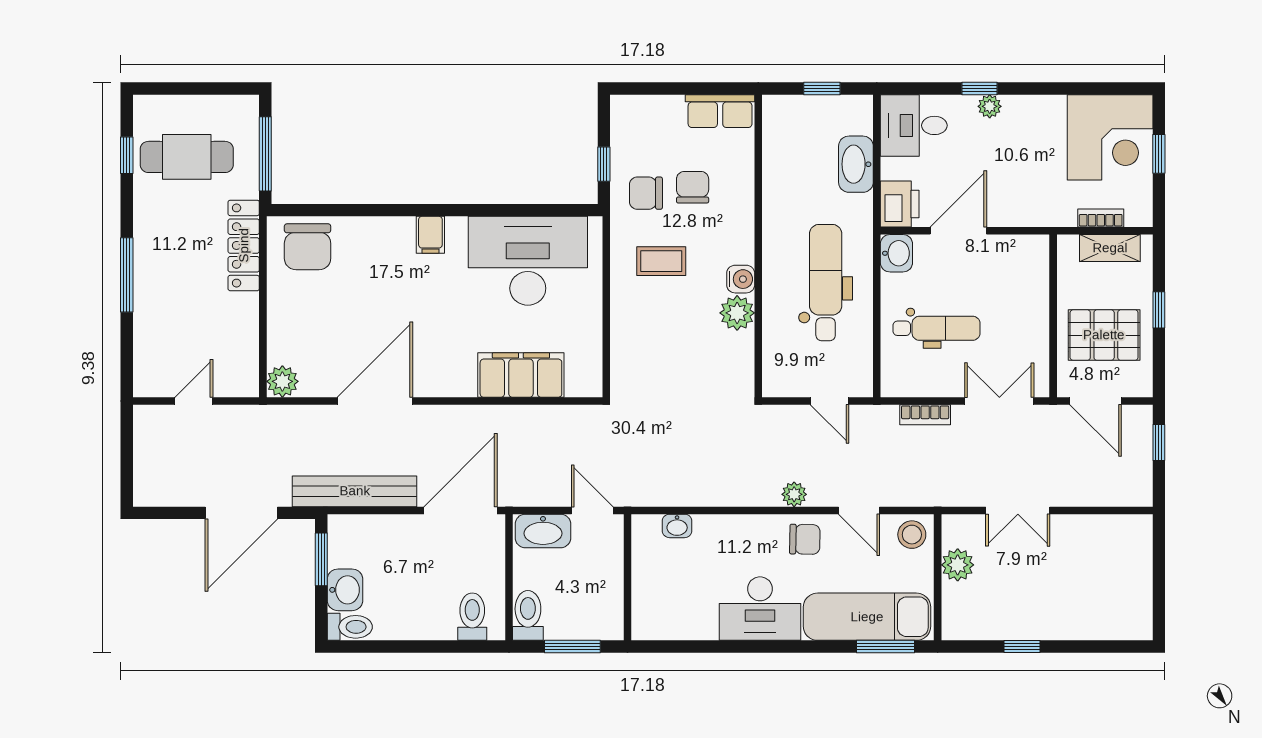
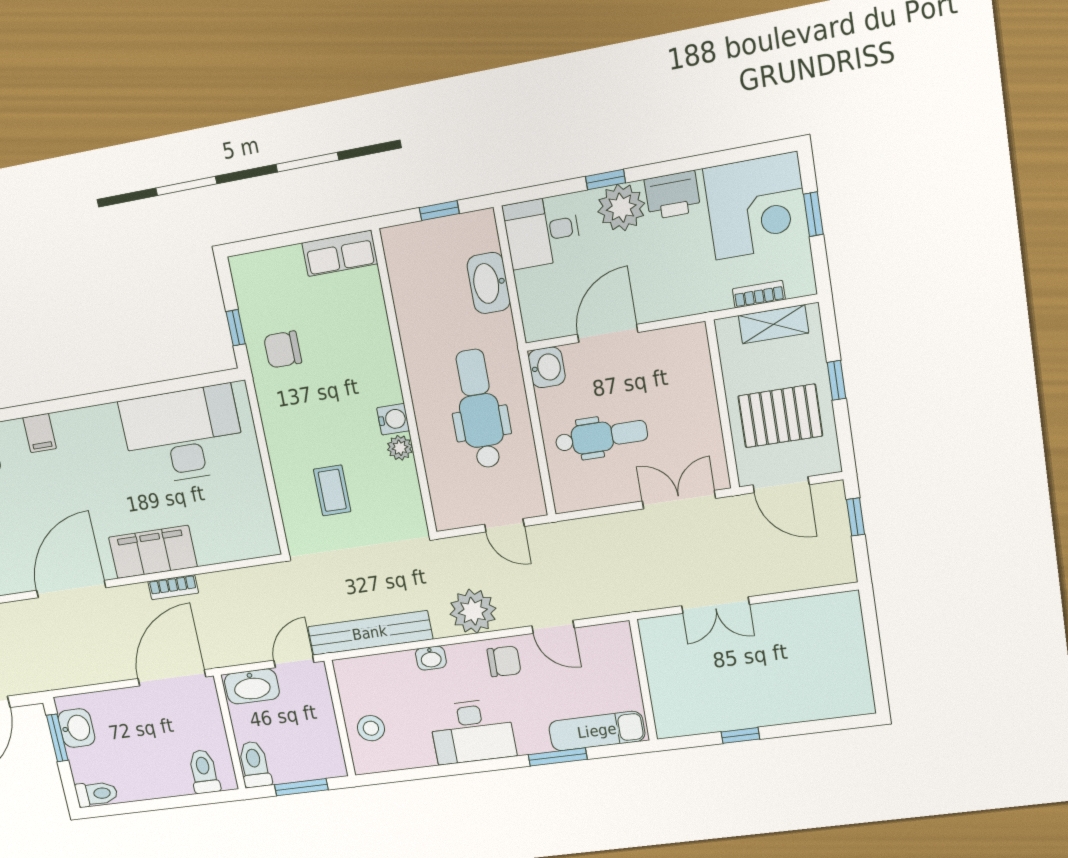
plant: (990, 106) -> (621, 208), width x1.88, depth x1.88
chair: (693, 187) -> (327, 336), removed
printer: (900, 204) -> (672, 195), moved, turned 90
filing cabinet: (430, 235) -> (40, 433), moved
coffee table: (661, 261) -> (332, 490), moved, turned 90
plant: (737, 313) -> (400, 448), width x0.73, depth x0.73
filing cabinet: (521, 375) -> (153, 552), moved
bookcase: (925, 415) -> (173, 587), moved
bench: (355, 491) -> (370, 633), moved
plant: (794, 494) -> (473, 611), width x1.88, depth x1.88
door: (592, 510) -> (294, 661), hinge flipped
washbasin: (677, 526) -> (431, 658), moved
stool: (912, 535) -> (371, 728), moved
plant: (958, 565) -> (662, 666), removed
washbasin: (345, 590) -> (77, 728), moved
exam couch: (867, 617) -> (597, 731), width x0.73, depth x0.69
window: (886, 647) -> (558, 757), moved

